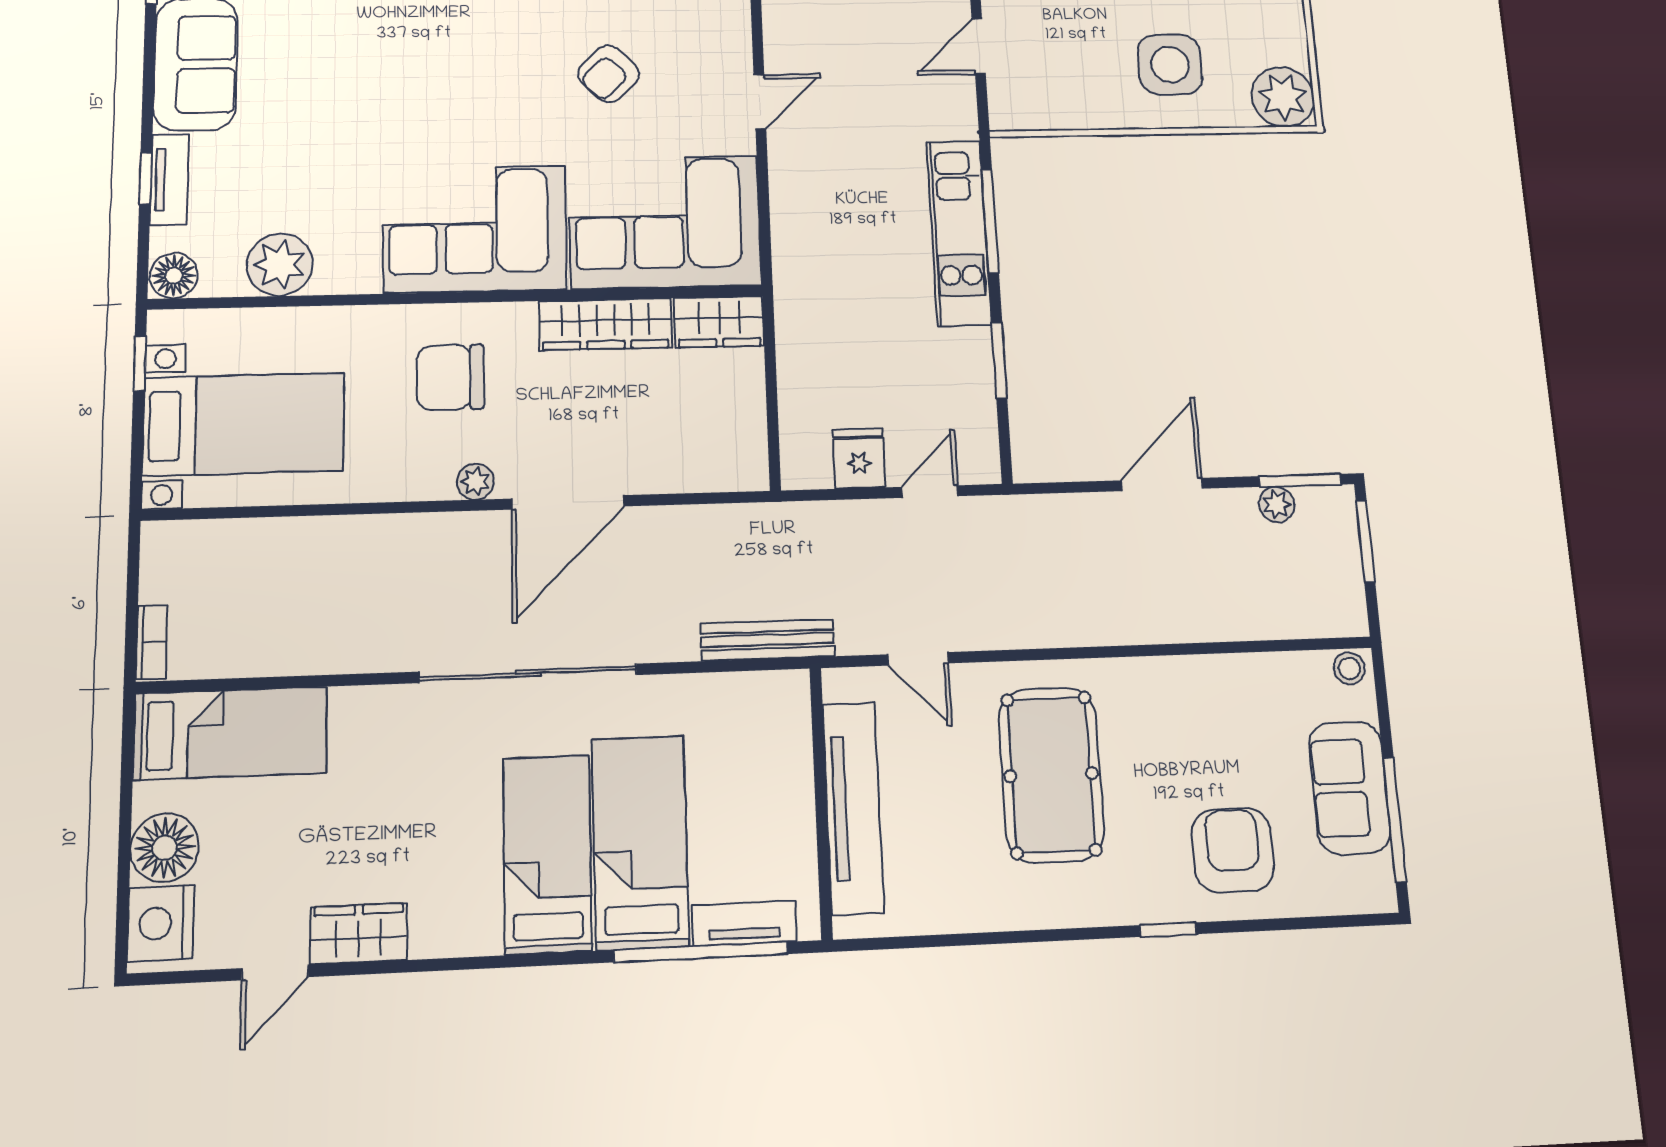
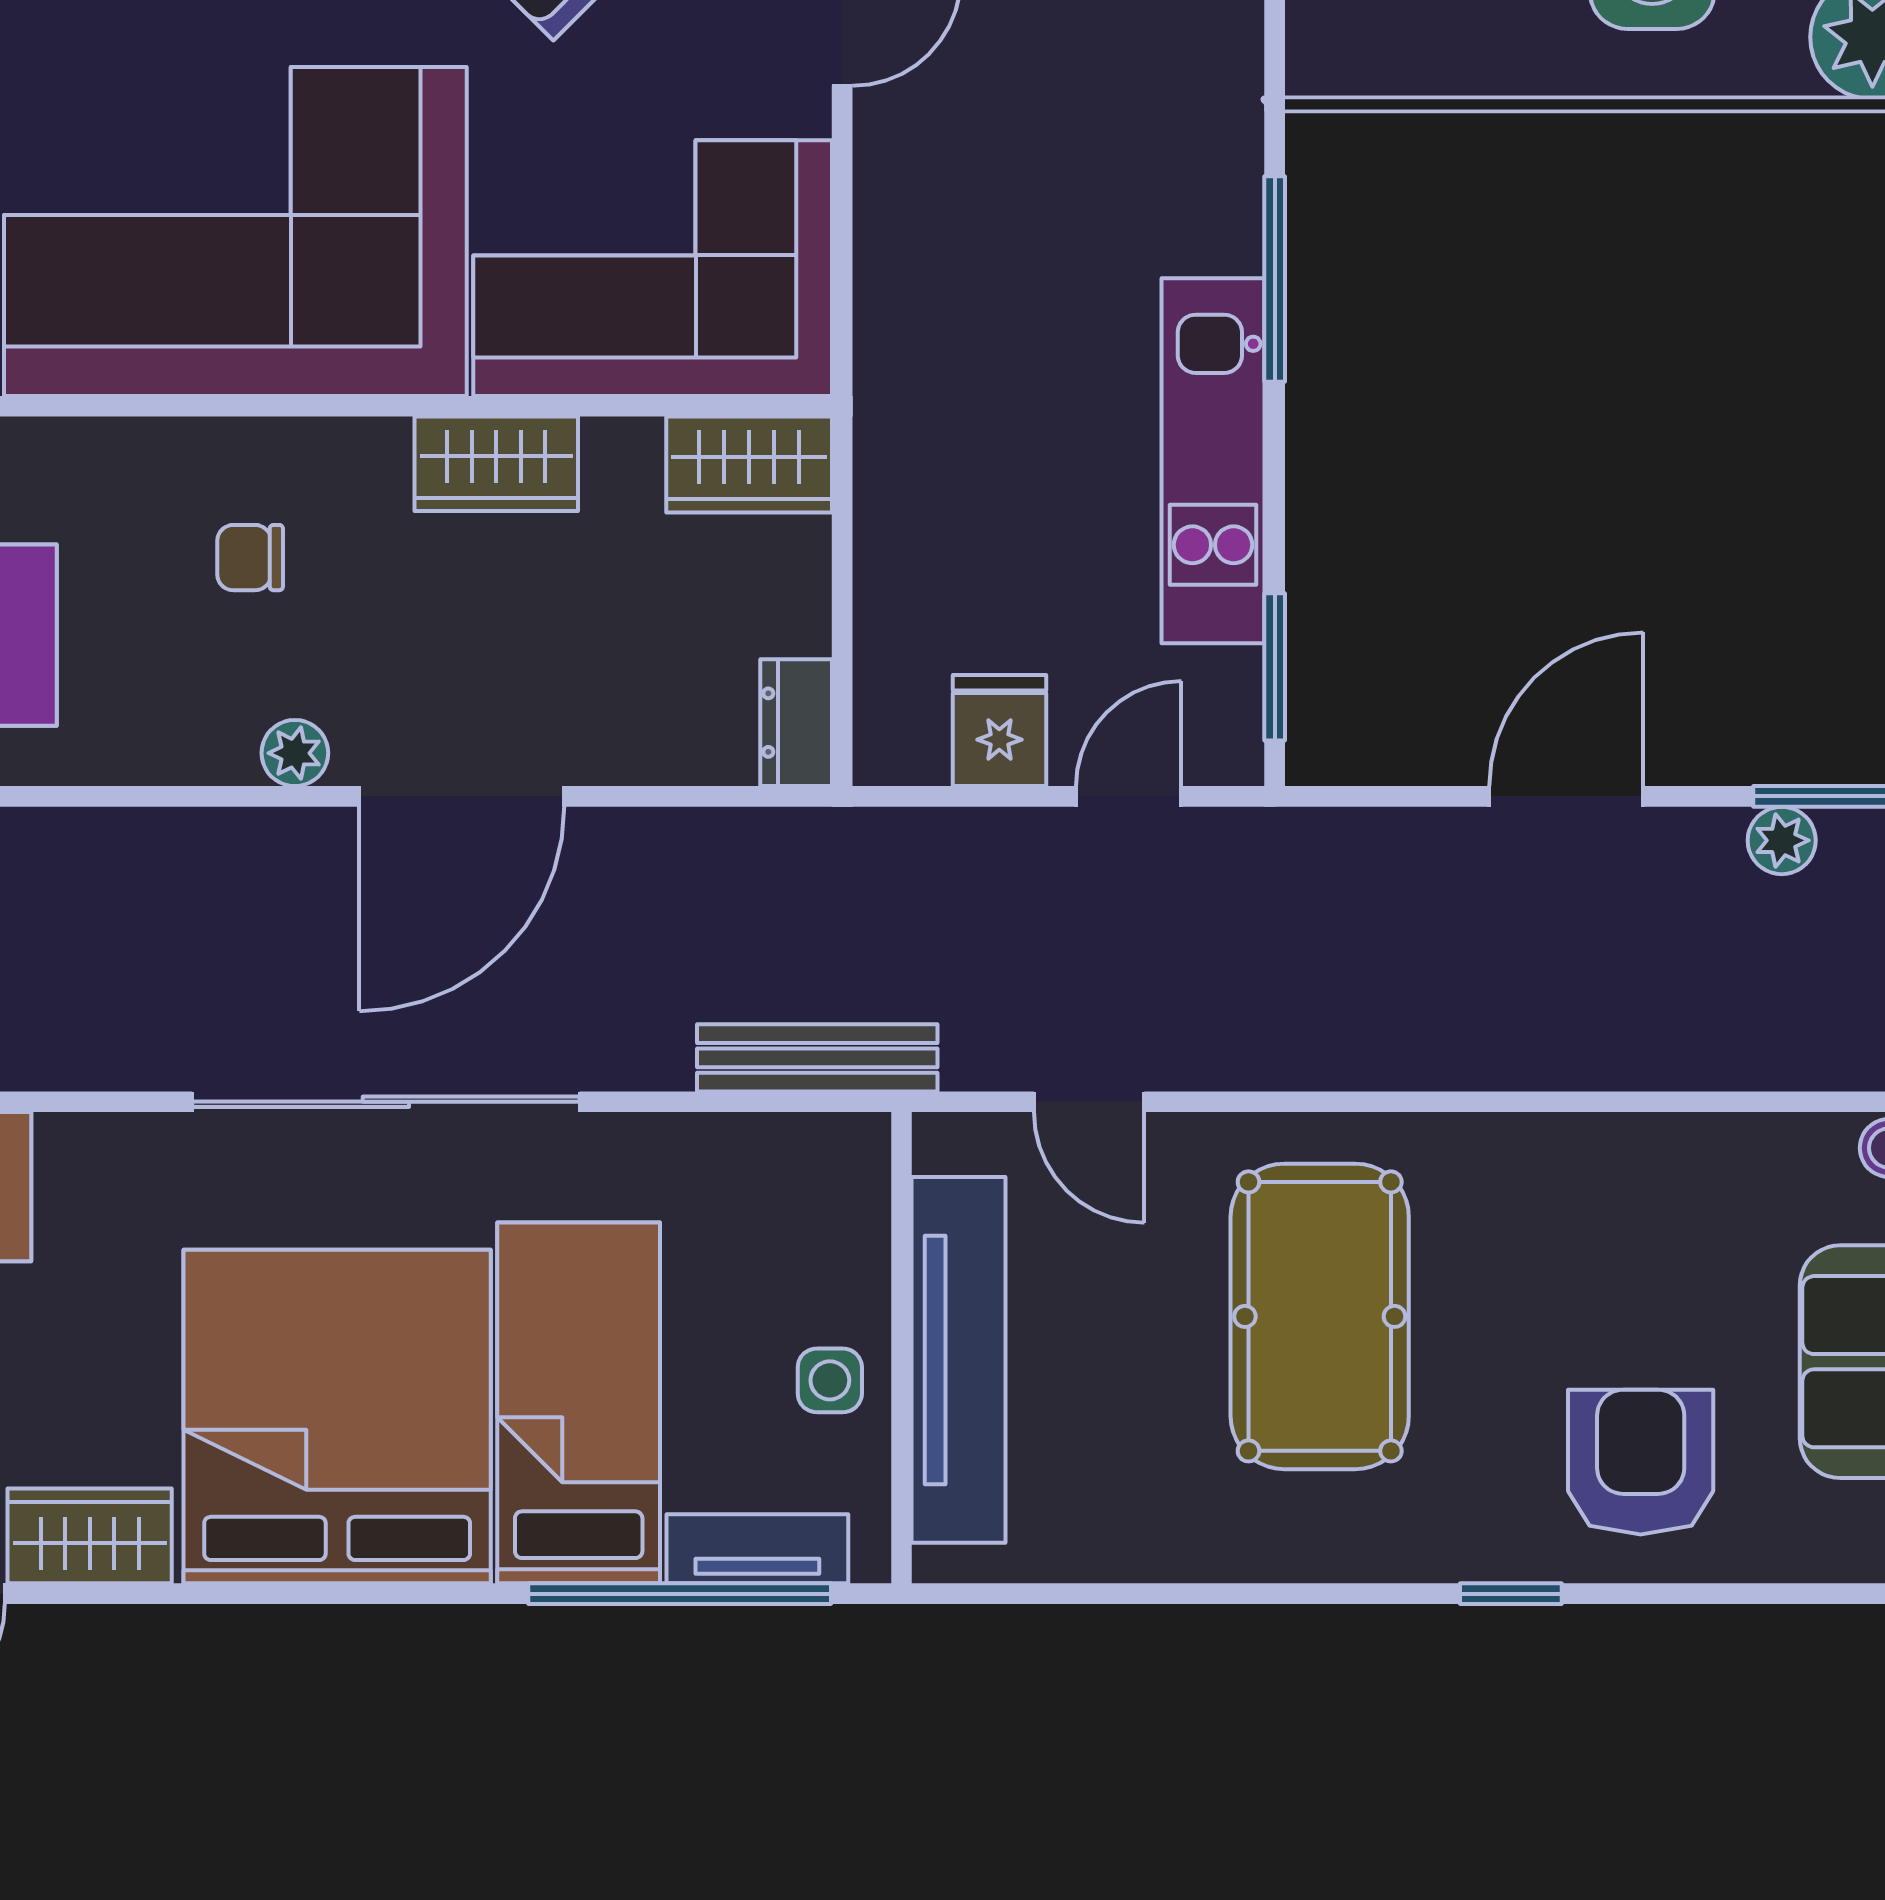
corner sofa: (475, 229) -> (235, 231), width x1.36, depth x1.36
kitchen unit: (959, 233) -> (1213, 461), moved
wardrobe: (605, 324) -> (496, 464), width x0.67
window: (999, 360) -> (1275, 667), moved
chair: (450, 377) -> (250, 558), width x0.54, depth x0.54
dresser: (749, 457) -> (796, 723), added
side table: (782, 823) -> (830, 1380), added
bed: (547, 854) -> (337, 1417), width x2.04

